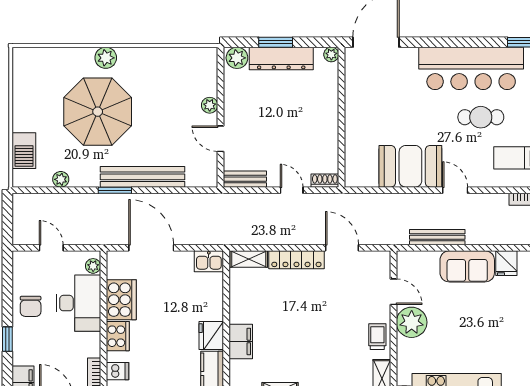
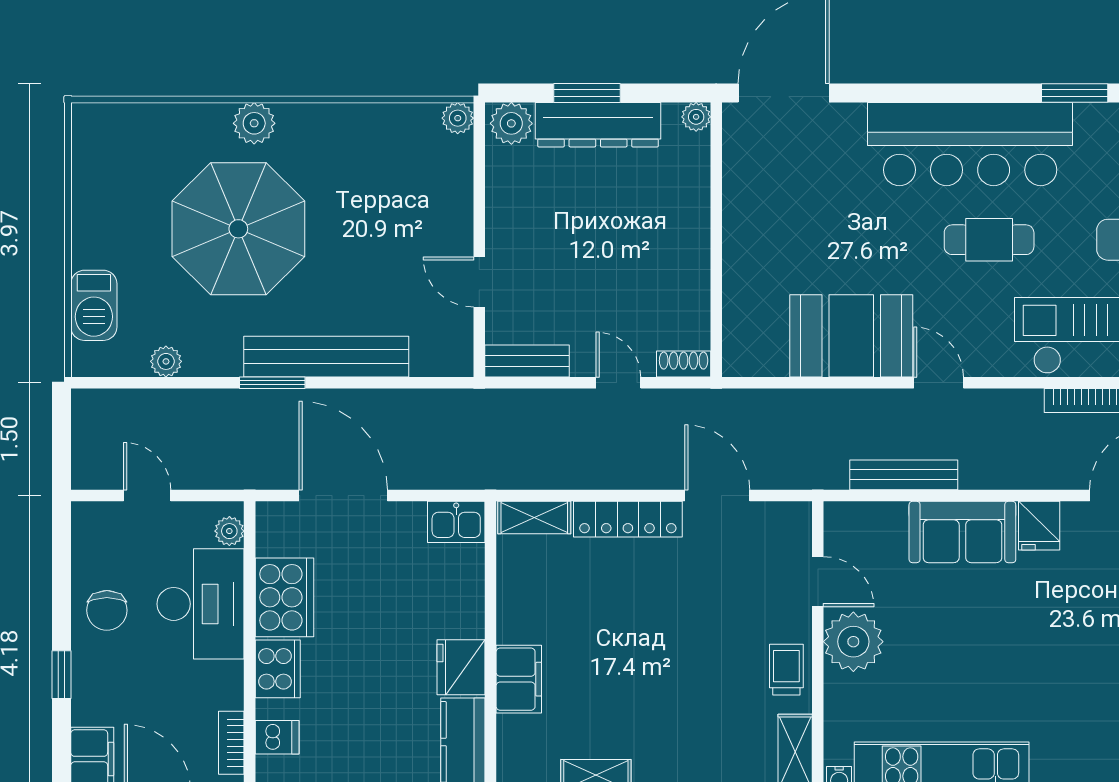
plant: (210, 105) -> (458, 118), moved

